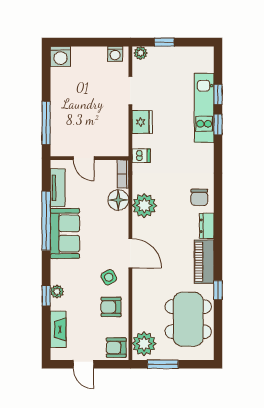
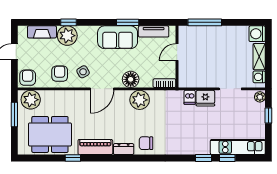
shelving: (89, 54) -> (259, 57), added
kitchen unit: (204, 108) -> (238, 147), moved
dishwasher: (141, 156) -> (190, 97), moved
floor lamp: (118, 200) -> (131, 79), moved
window: (46, 221) -> (128, 22), width x0.47
plant: (57, 291) -> (67, 36), width x1.87, depth x1.87

